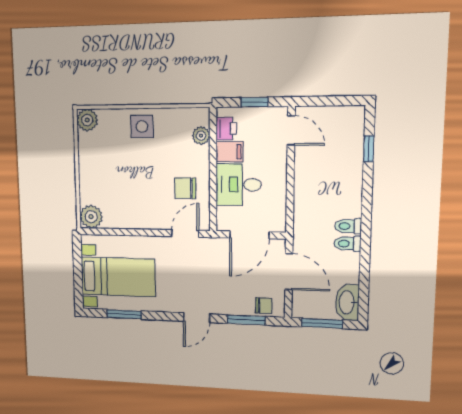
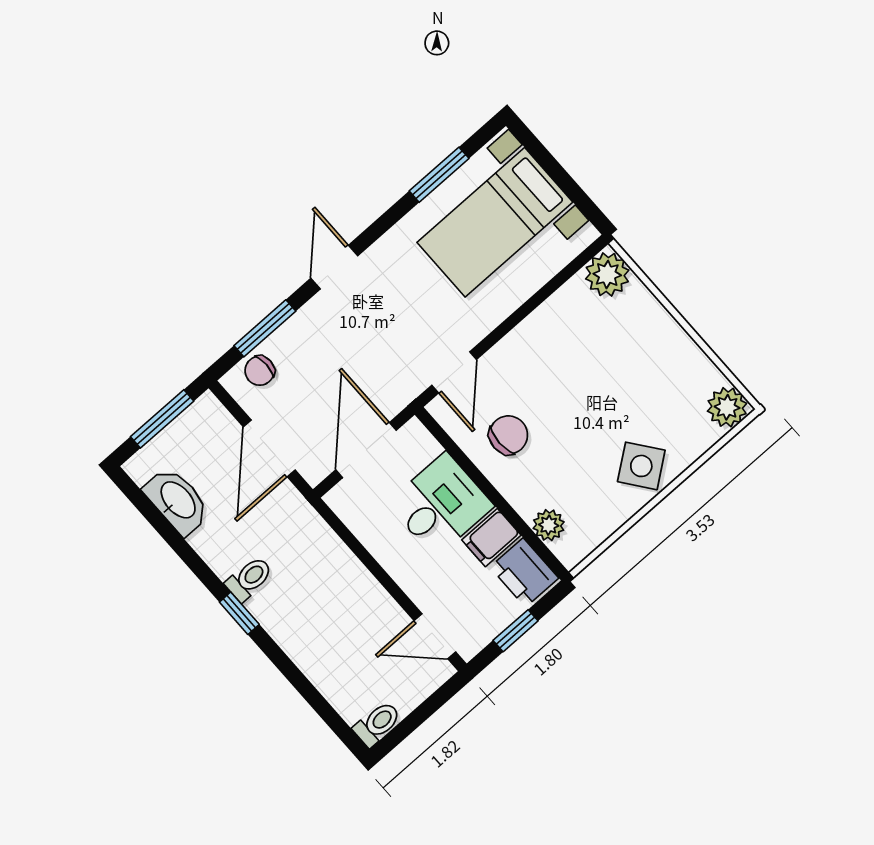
side table: (142, 127) -> (641, 466), turned -37
printer: (226, 128) -> (524, 573), width x1.36, depth x1.24
window: (369, 149) -> (239, 613), moved
toilet: (348, 244) -> (377, 724), moved
door: (289, 272) -> (269, 448), hinge flipped
washbasin: (347, 302) -> (177, 501), moved

